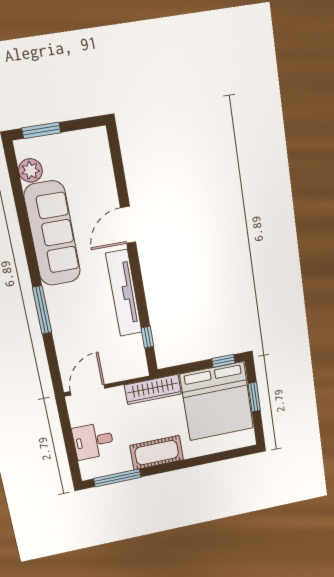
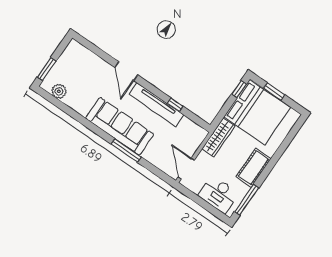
sofa: (52, 234) -> (120, 126), moved
window: (147, 337) -> (175, 105), moved
desk: (93, 441) -> (219, 194), width x1.37

